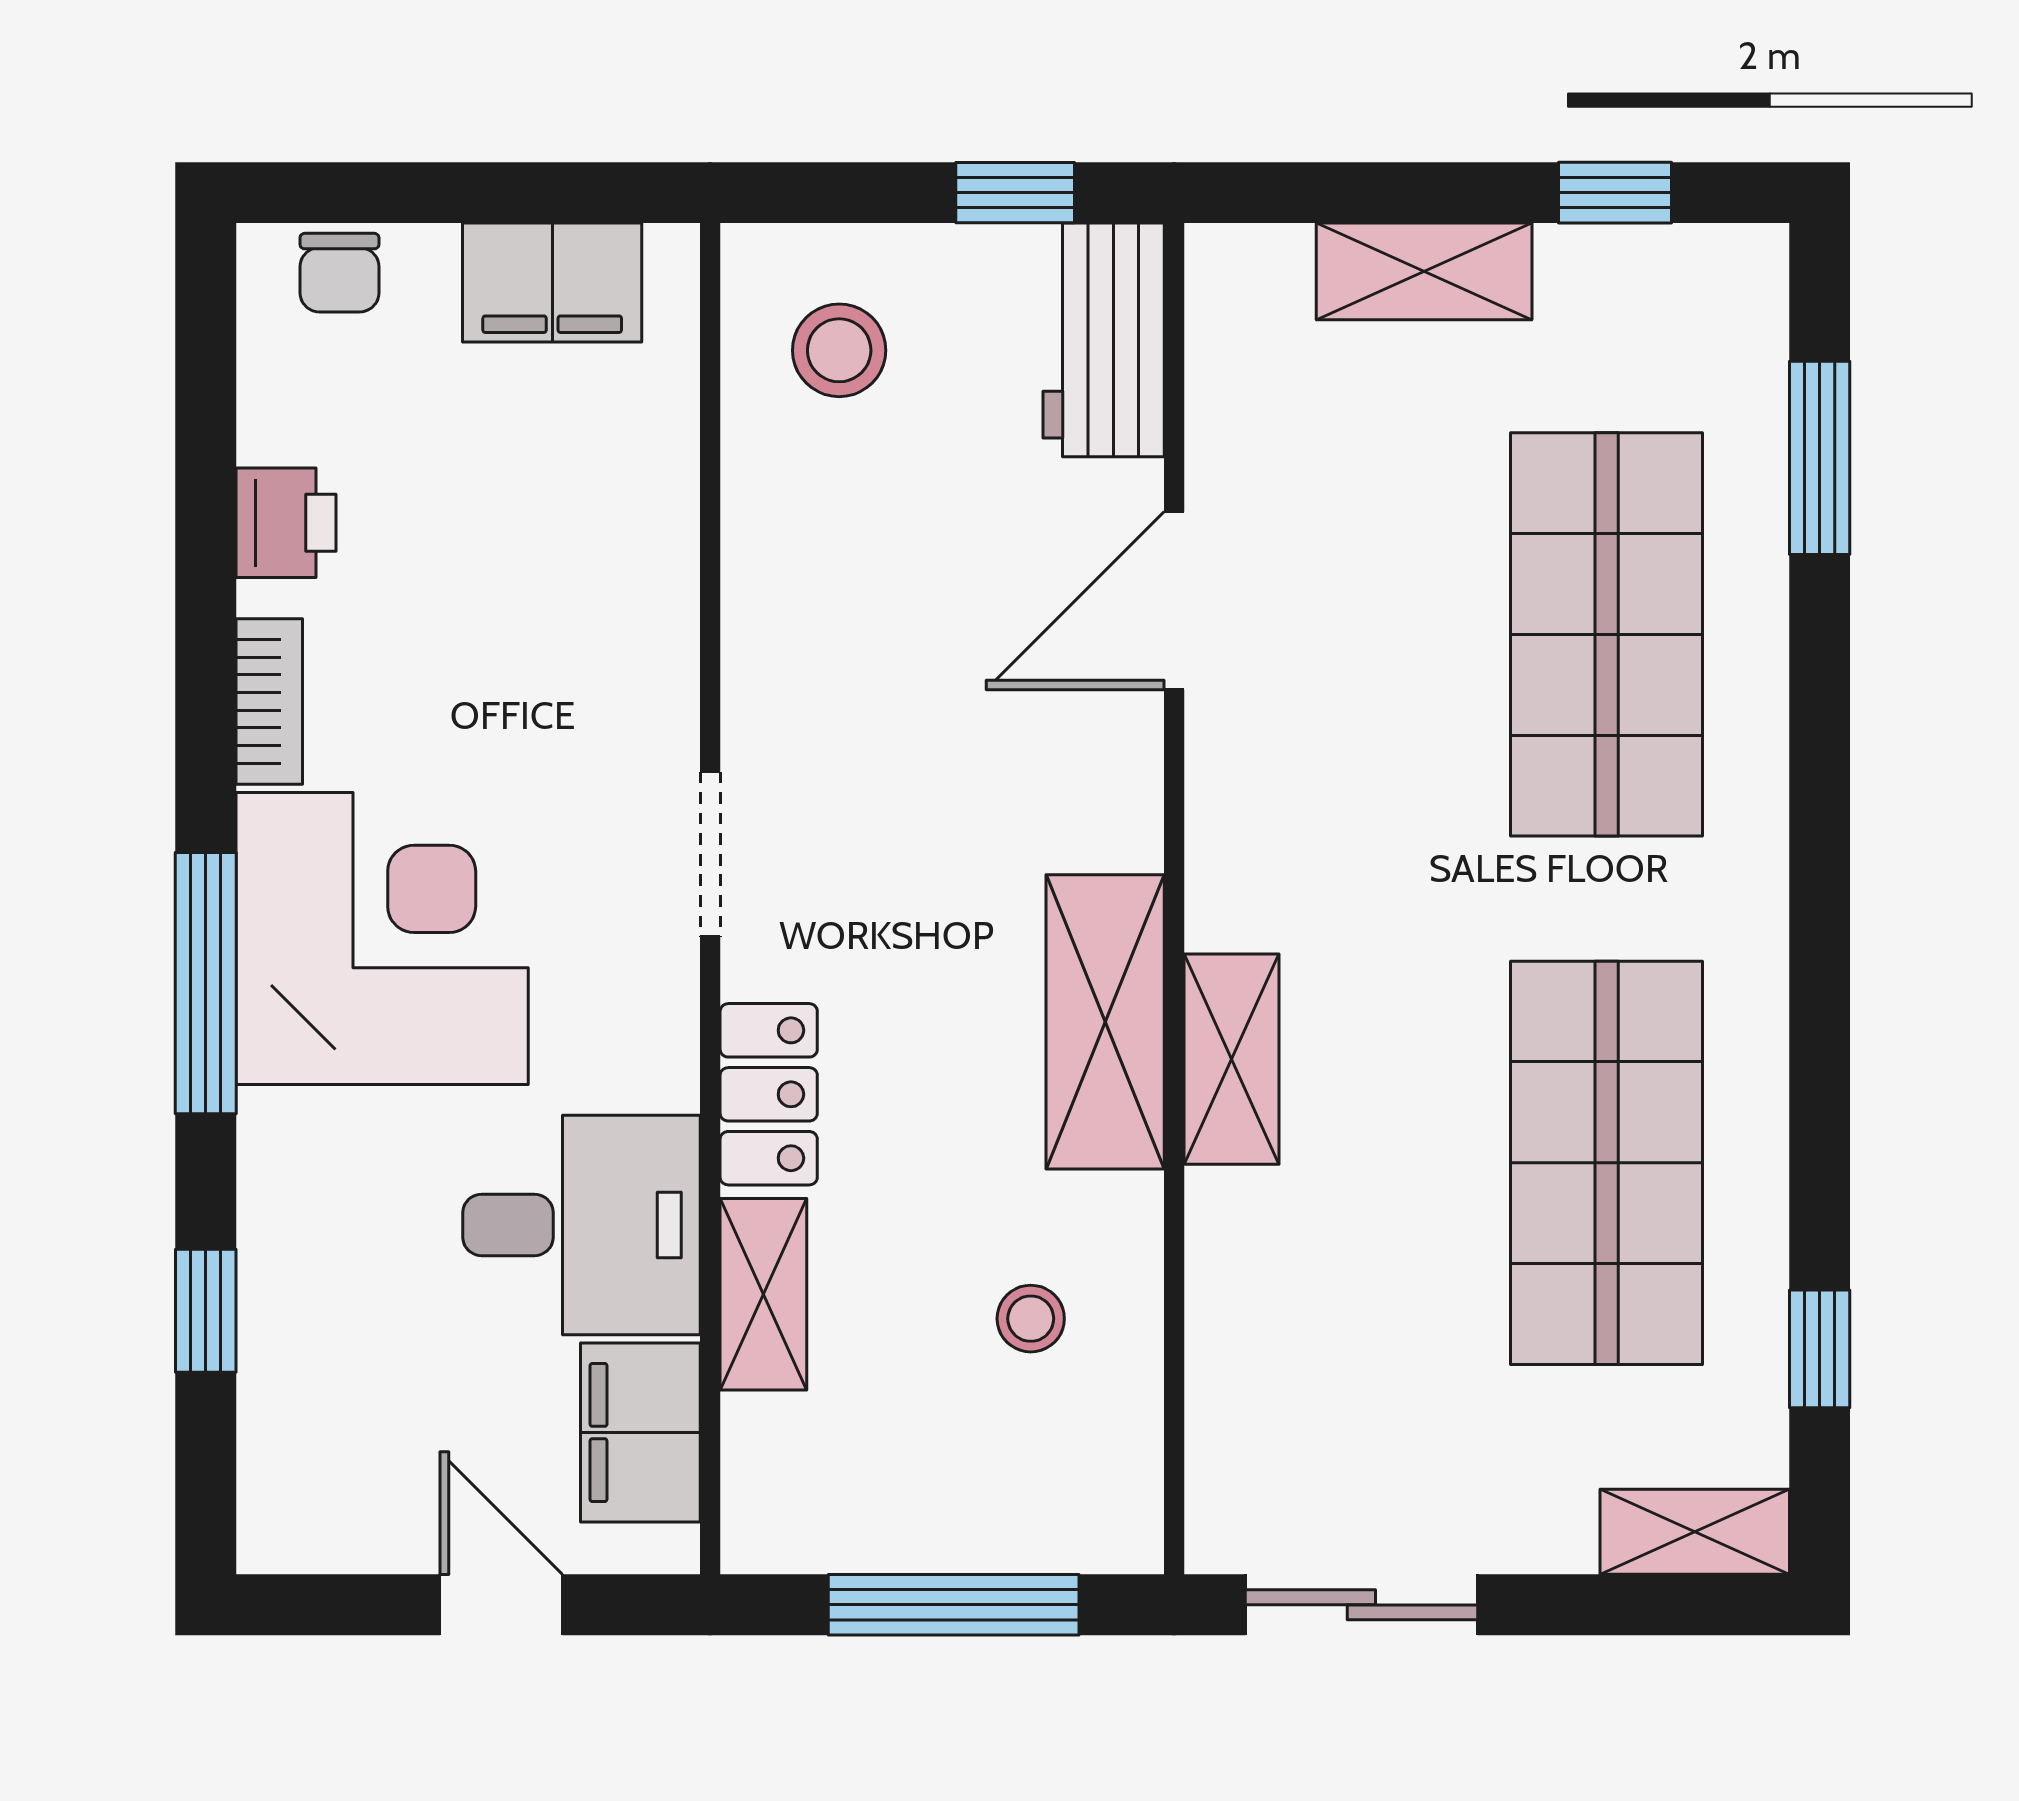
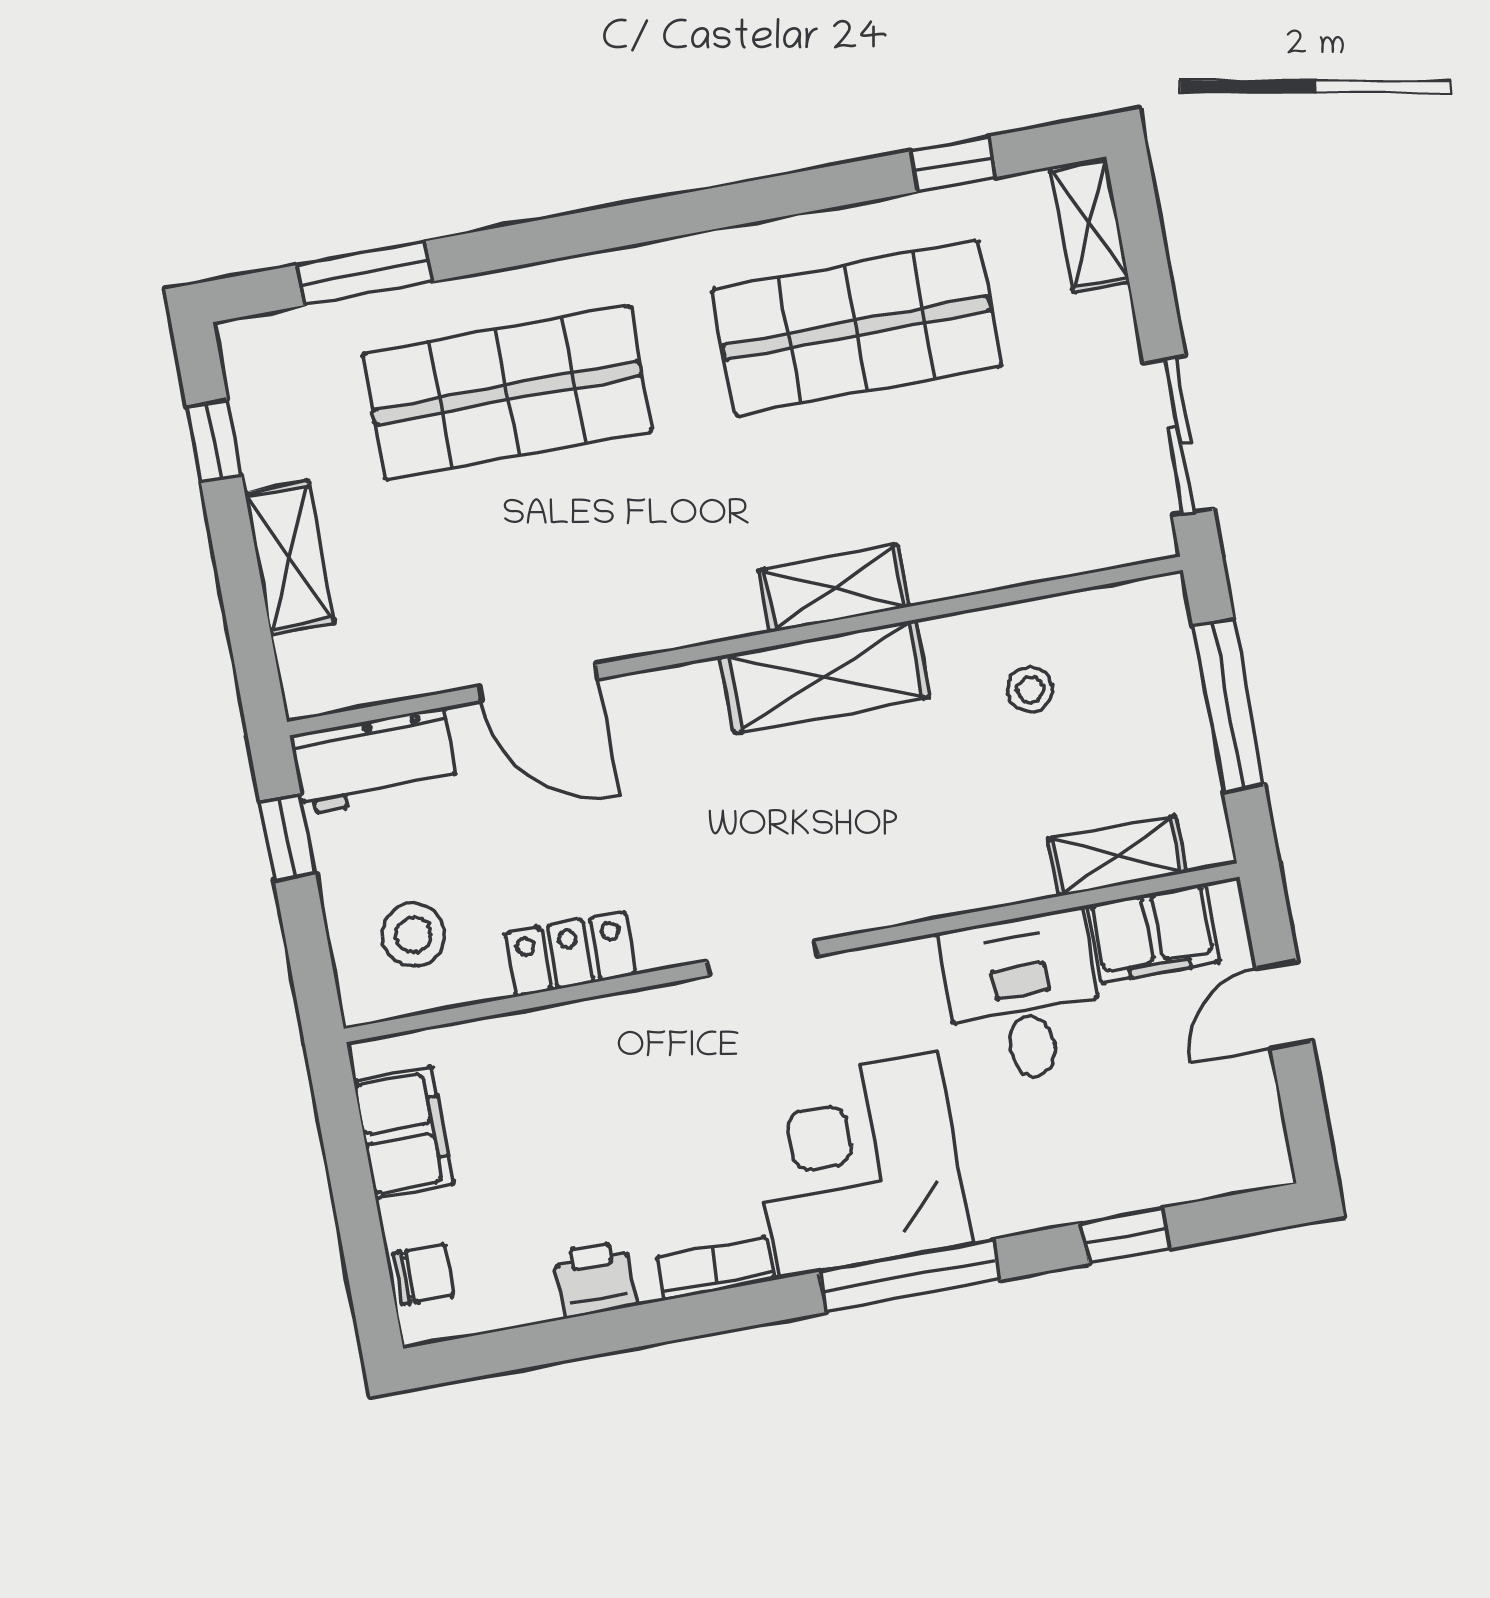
locker: (769, 1094) -> (570, 954), moved
shelving: (763, 1294) -> (1117, 856), moved

